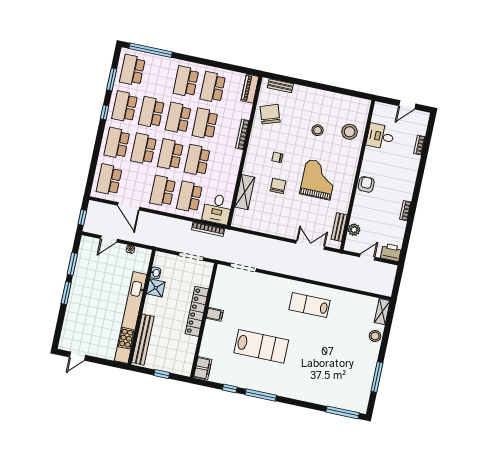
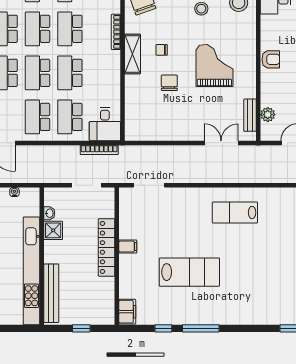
armchair: (366, 184) -> (271, 59), turned 90
shelving: (245, 192) -> (132, 54), moved

